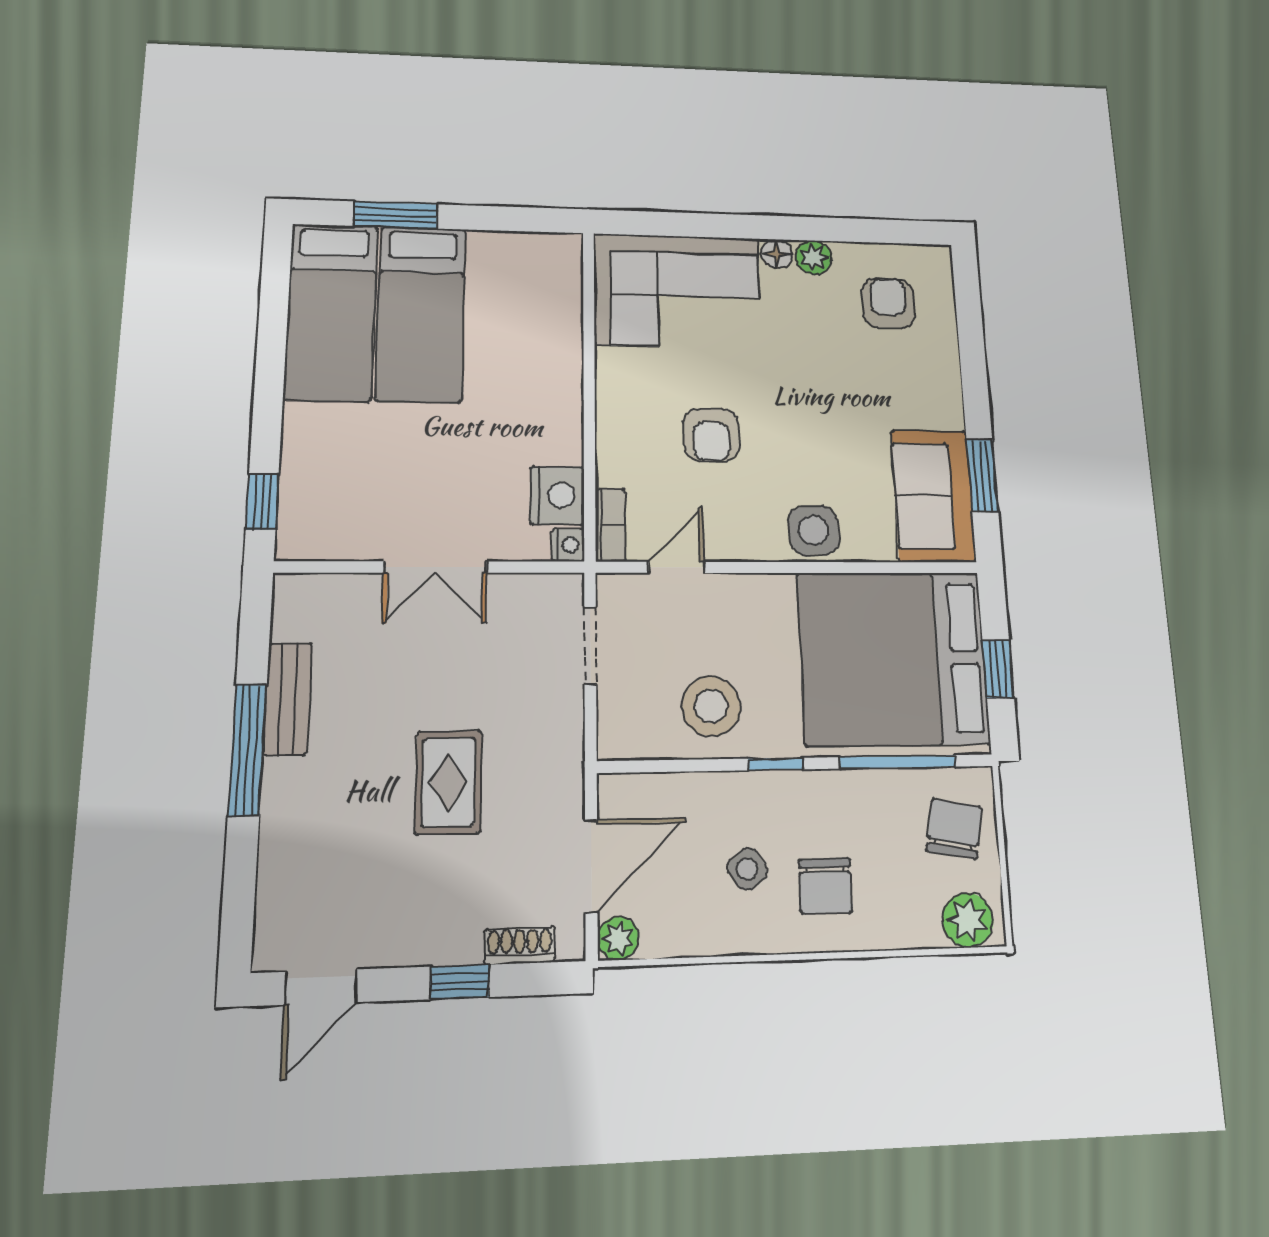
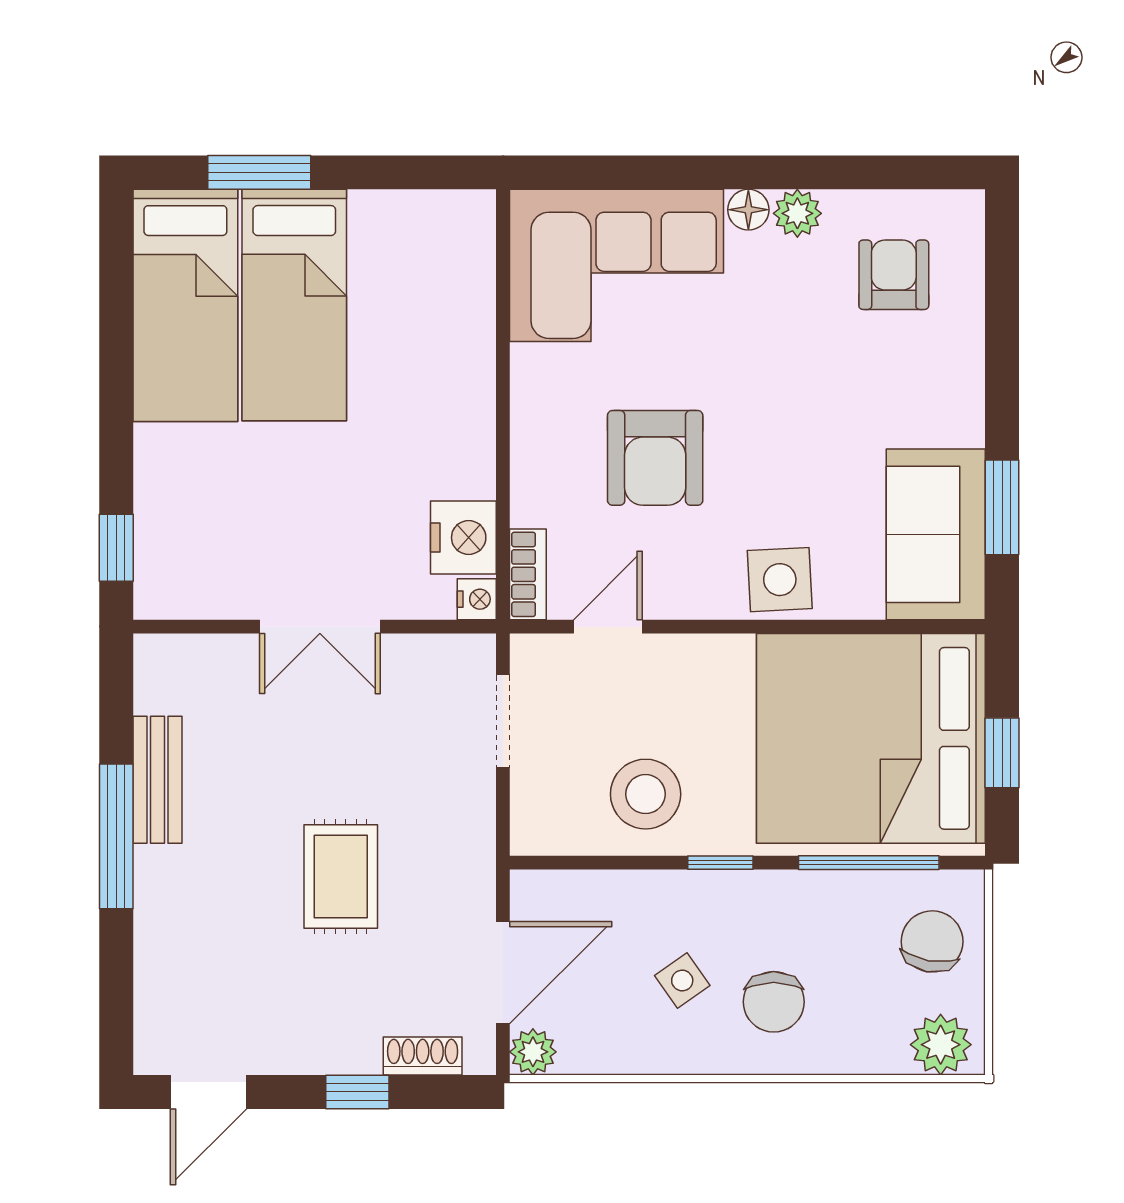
armchair: (711, 435) -> (655, 458), width x1.38, depth x1.38

